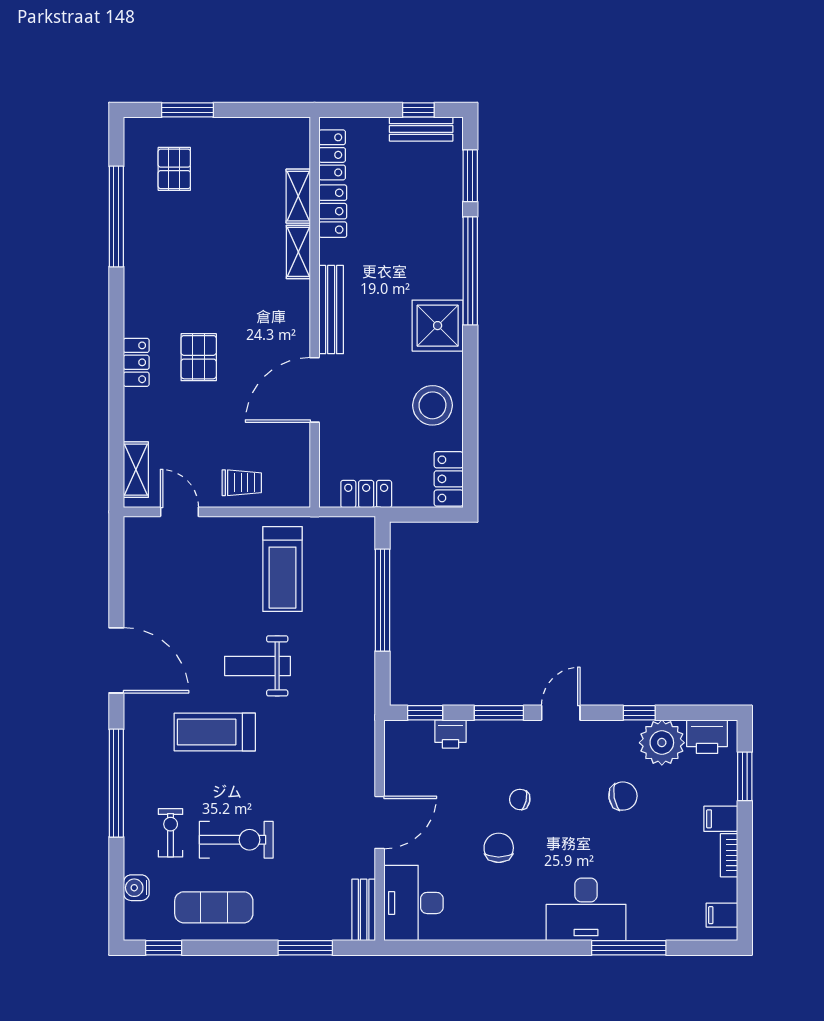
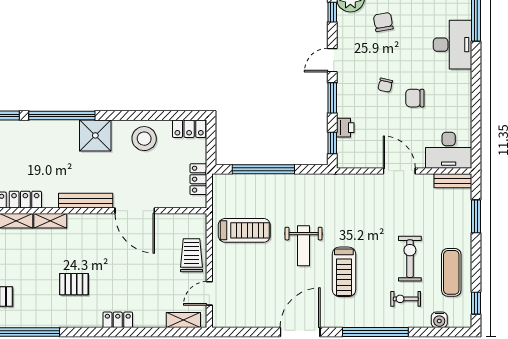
pallet: (199, 357) -> (74, 284), moved
trolley: (242, 483) -> (191, 255), width x1.36, depth x1.39
door: (561, 713) -> (332, 60), hinge flipped

